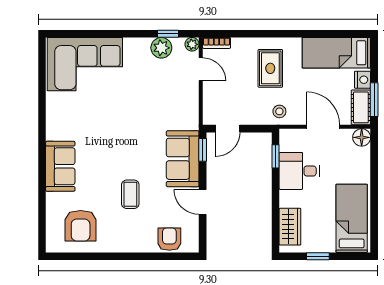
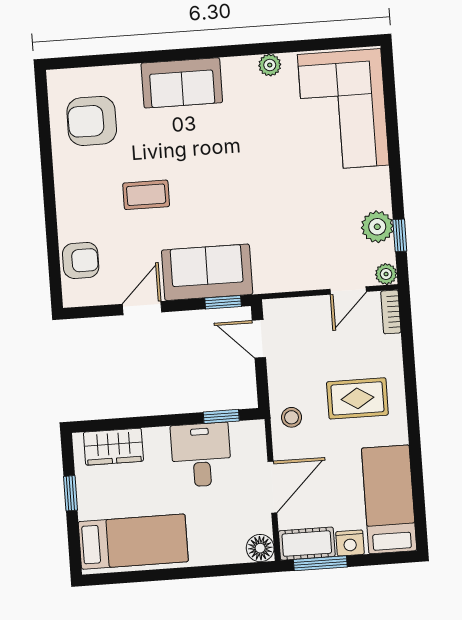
plant: (53, 109) -> (270, 65), added

